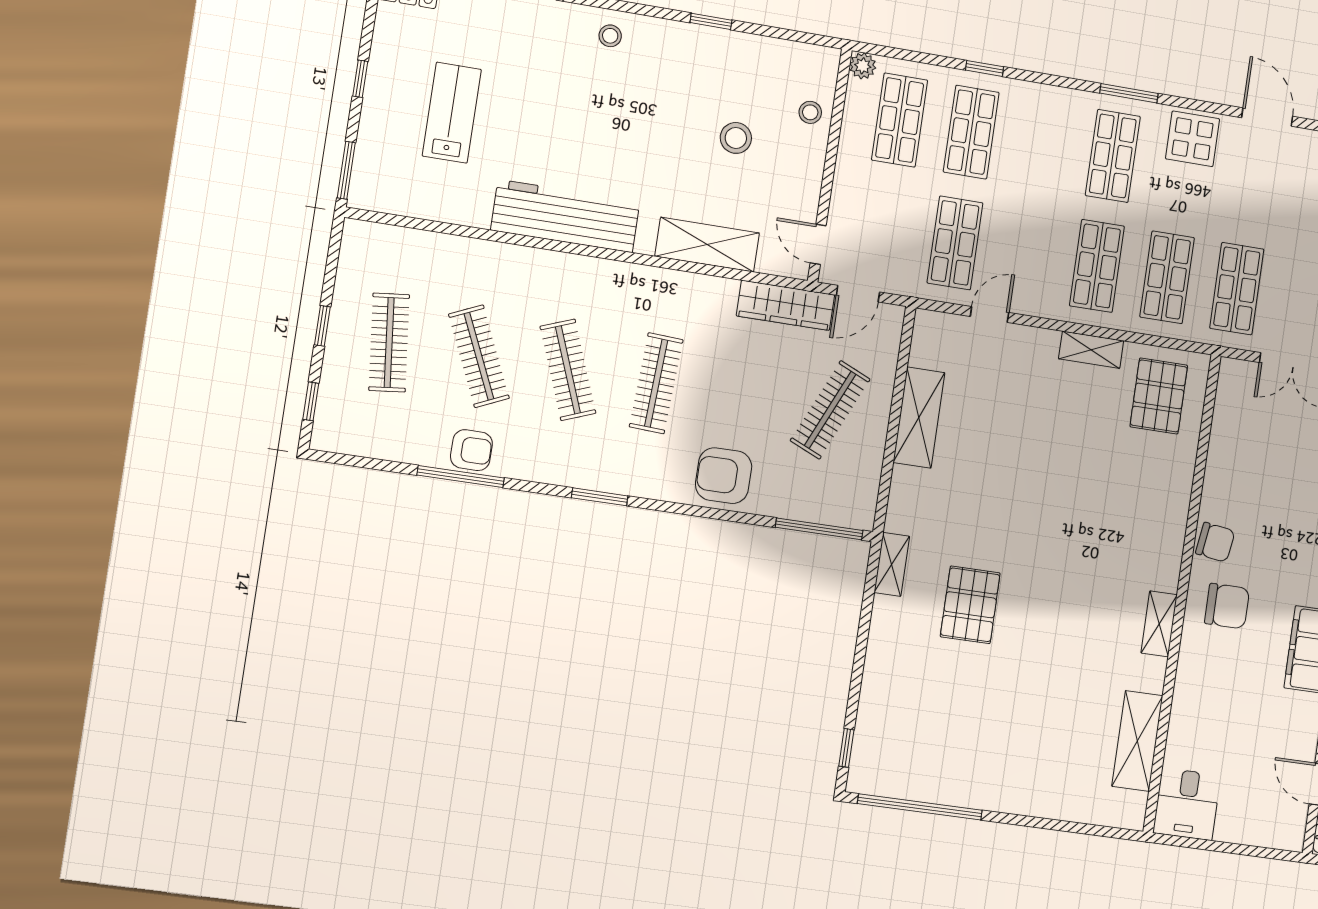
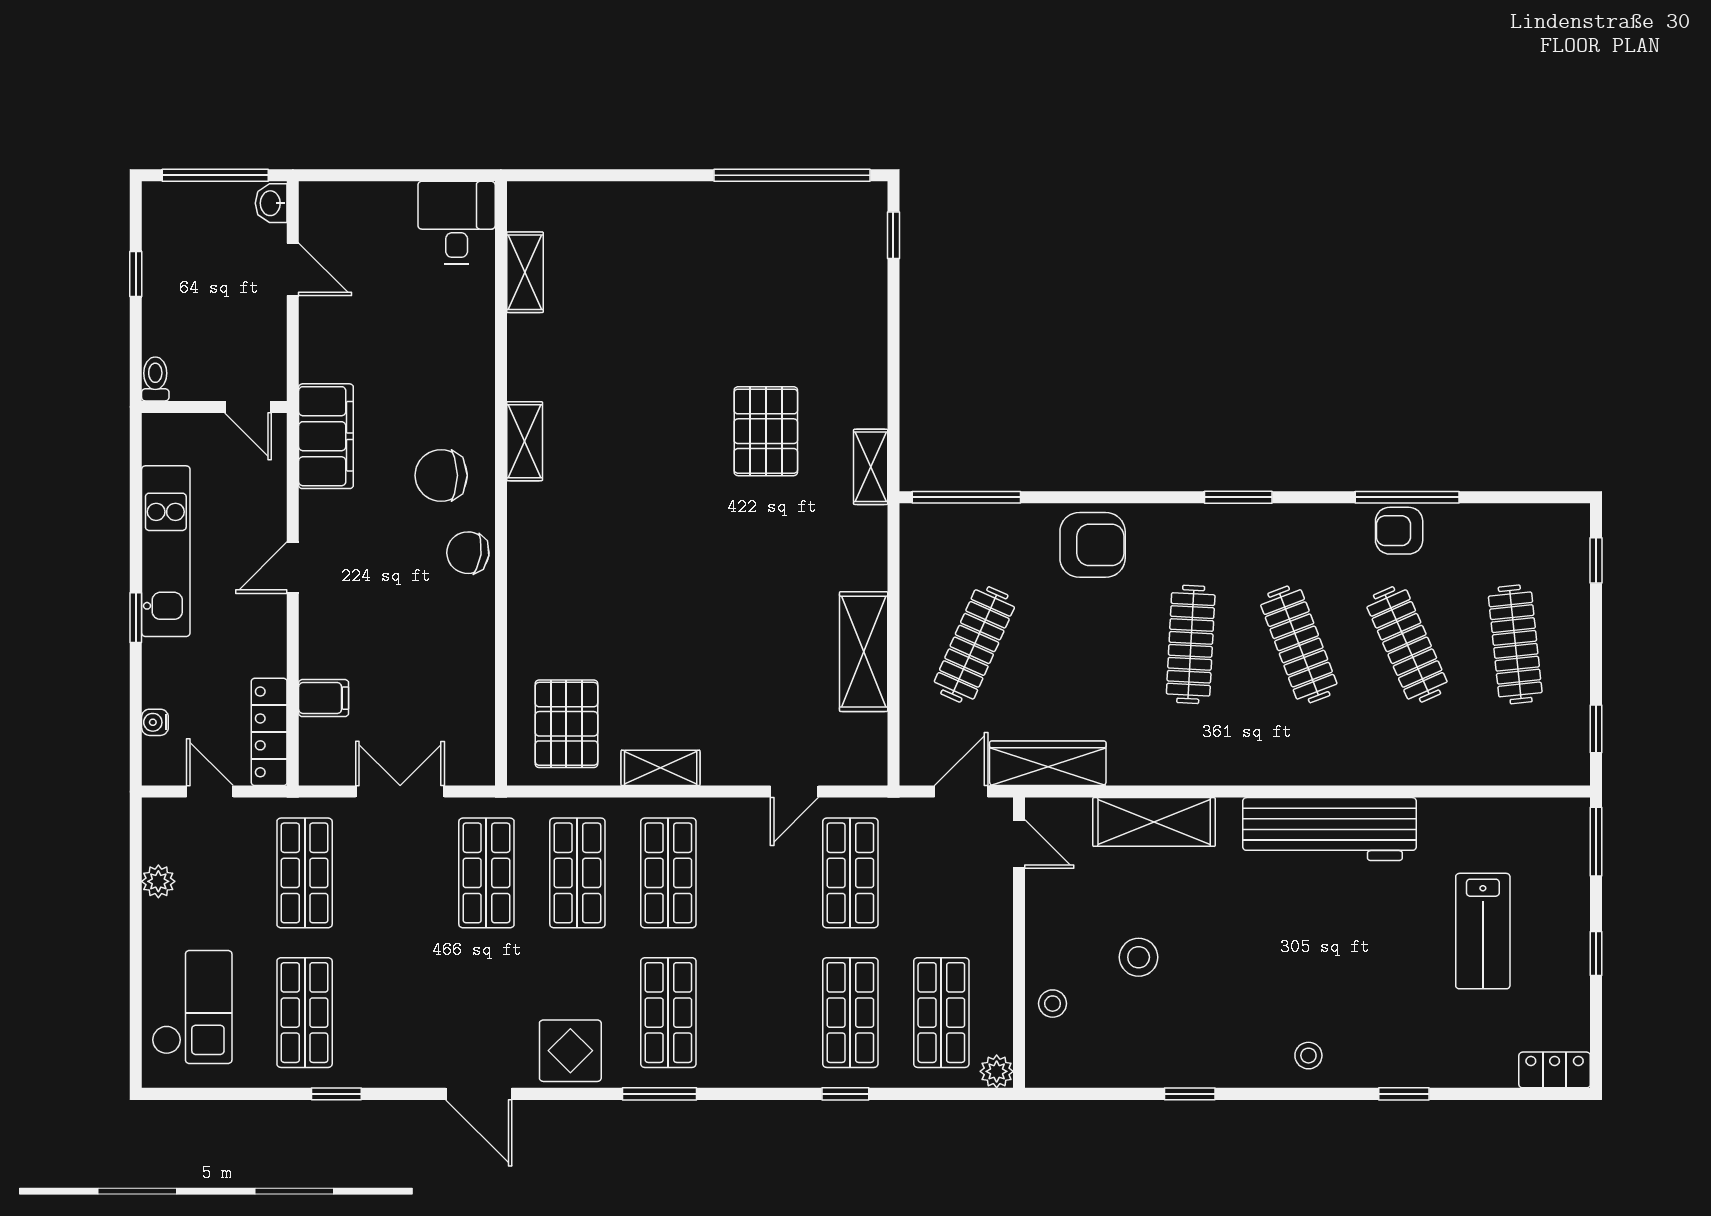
window: (322, 326) -> (1596, 729), moved
shelving: (1137, 741) -> (525, 272), width x0.67, depth x0.75

